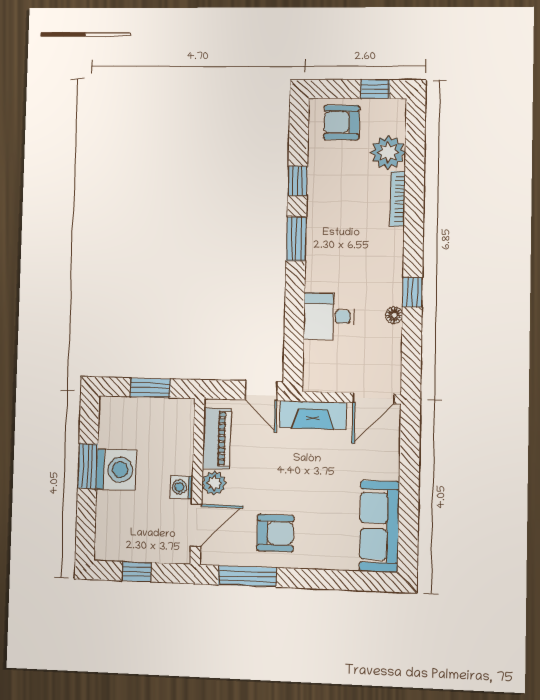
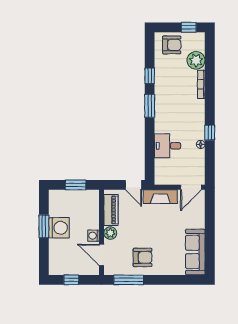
armchair: (341, 122) -> (172, 45), turned 180
door: (196, 525) -> (102, 255), swing flipped

